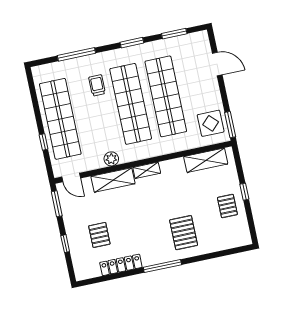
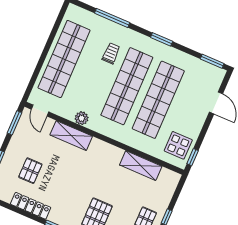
window: (174, 34) -> (212, 61), moved
window: (230, 125) -> (193, 157), width x0.67
window: (44, 142) -> (38, 68), removed
shelving: (206, 160) -> (141, 166), moved
shelving: (147, 170) -> (103, 147), removed

